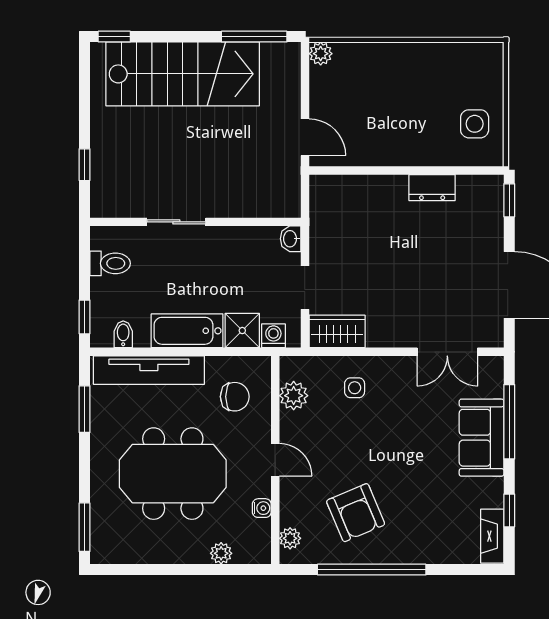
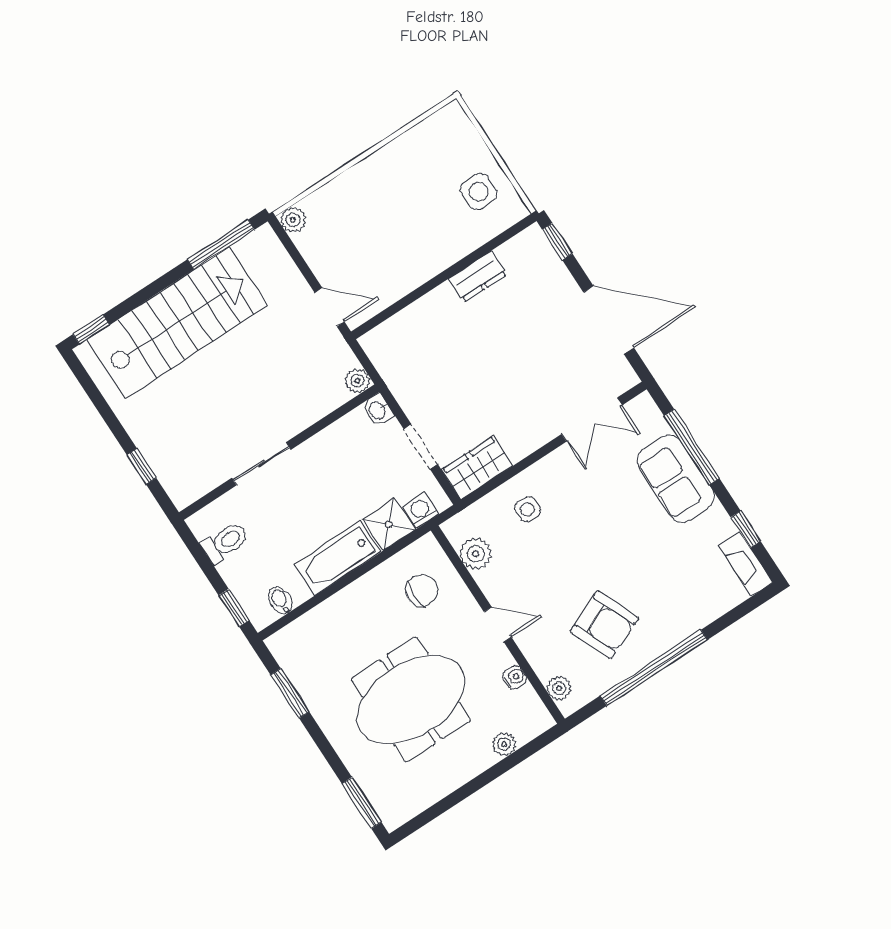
plant: (290, 207) -> (357, 381), added
tv unit: (149, 370) -> (326, 618), removed

